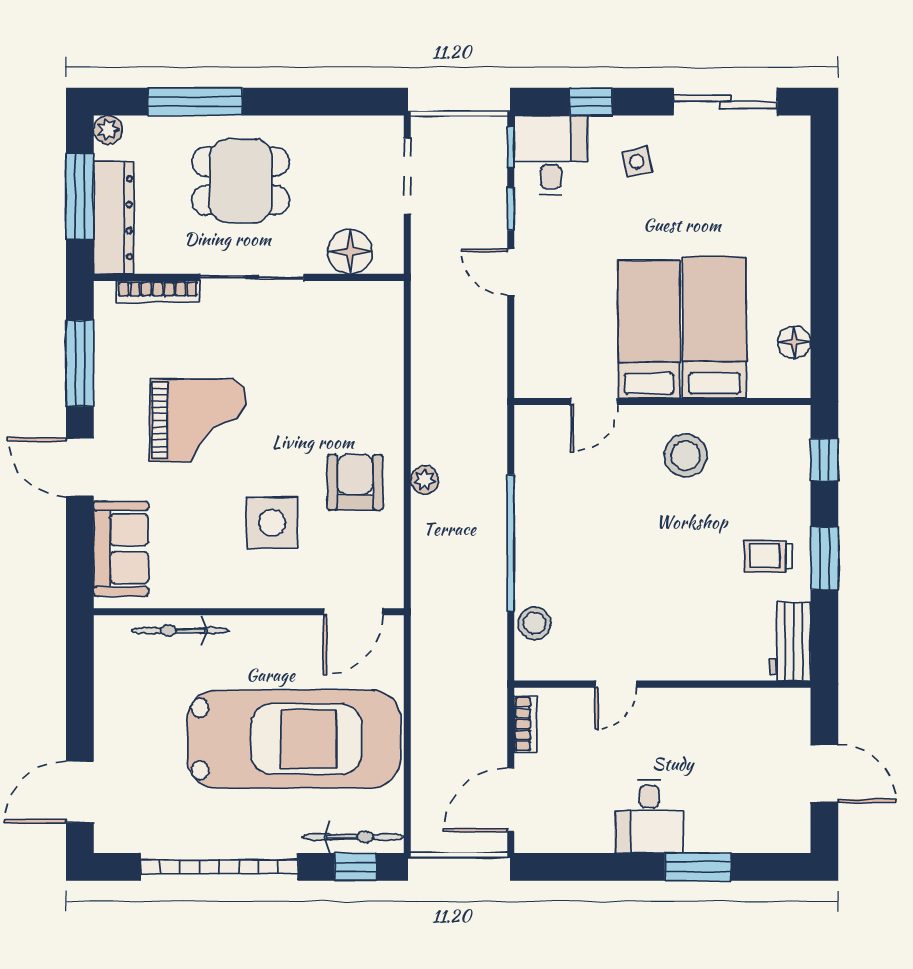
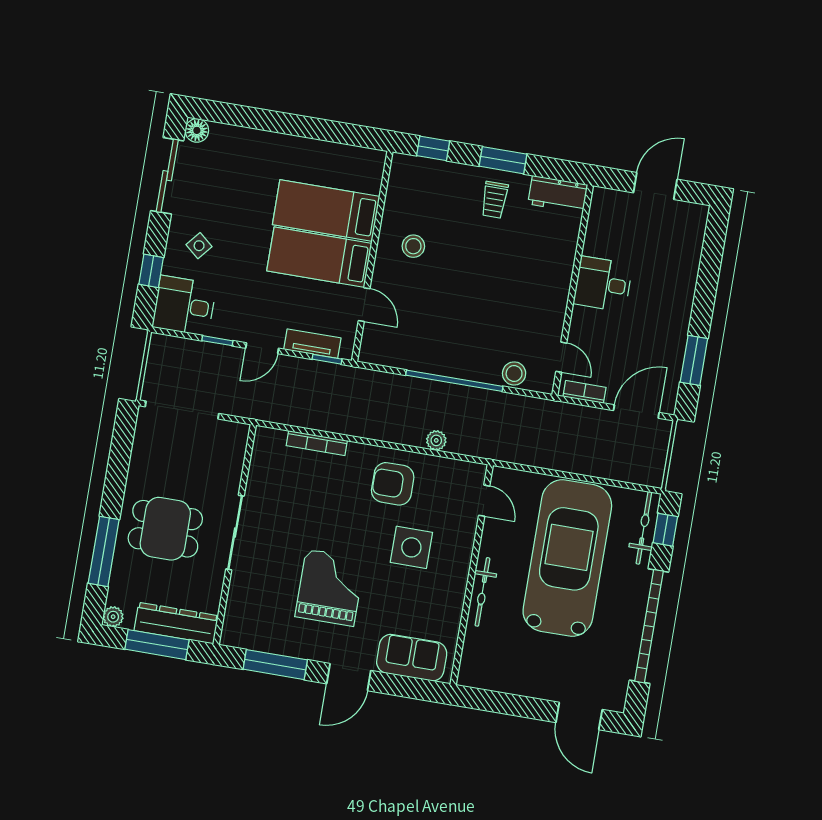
window: (511, 147) -> (327, 359), moved
side table: (637, 161) -> (199, 246), turned -37
doorway: (407, 176) -> (182, 410), width x1.36
dining table: (241, 181) -> (165, 529), turned 90
floor lamp: (350, 252) -> (229, 460), removed
bookcase: (158, 291) -> (317, 443), moved, turned 90
tv unit: (529, 340) -> (312, 344), added
floor lamp: (794, 342) -> (197, 130), moved
stool: (686, 456) -> (413, 246), width x0.73, depth x0.73
plant: (425, 480) -> (436, 440), moved
door: (353, 612) -> (484, 501), width x0.73
bicycle: (180, 630) -> (482, 592), moved
door: (616, 684) -> (561, 357), moved
door: (511, 800) -> (636, 412), swing flipped
desk: (649, 816) -> (603, 284), moved, turned 180
window: (698, 867) -> (694, 360), moved

